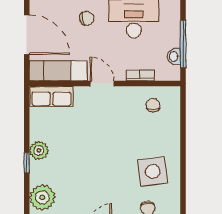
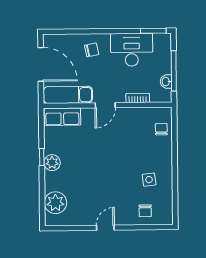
door: (102, 84) -> (105, 105), swing flipped
chair: (153, 105) -> (161, 129), moved
window: (27, 163) -> (42, 157), moved
side table: (153, 171) -> (149, 180), width x0.54, depth x0.54

